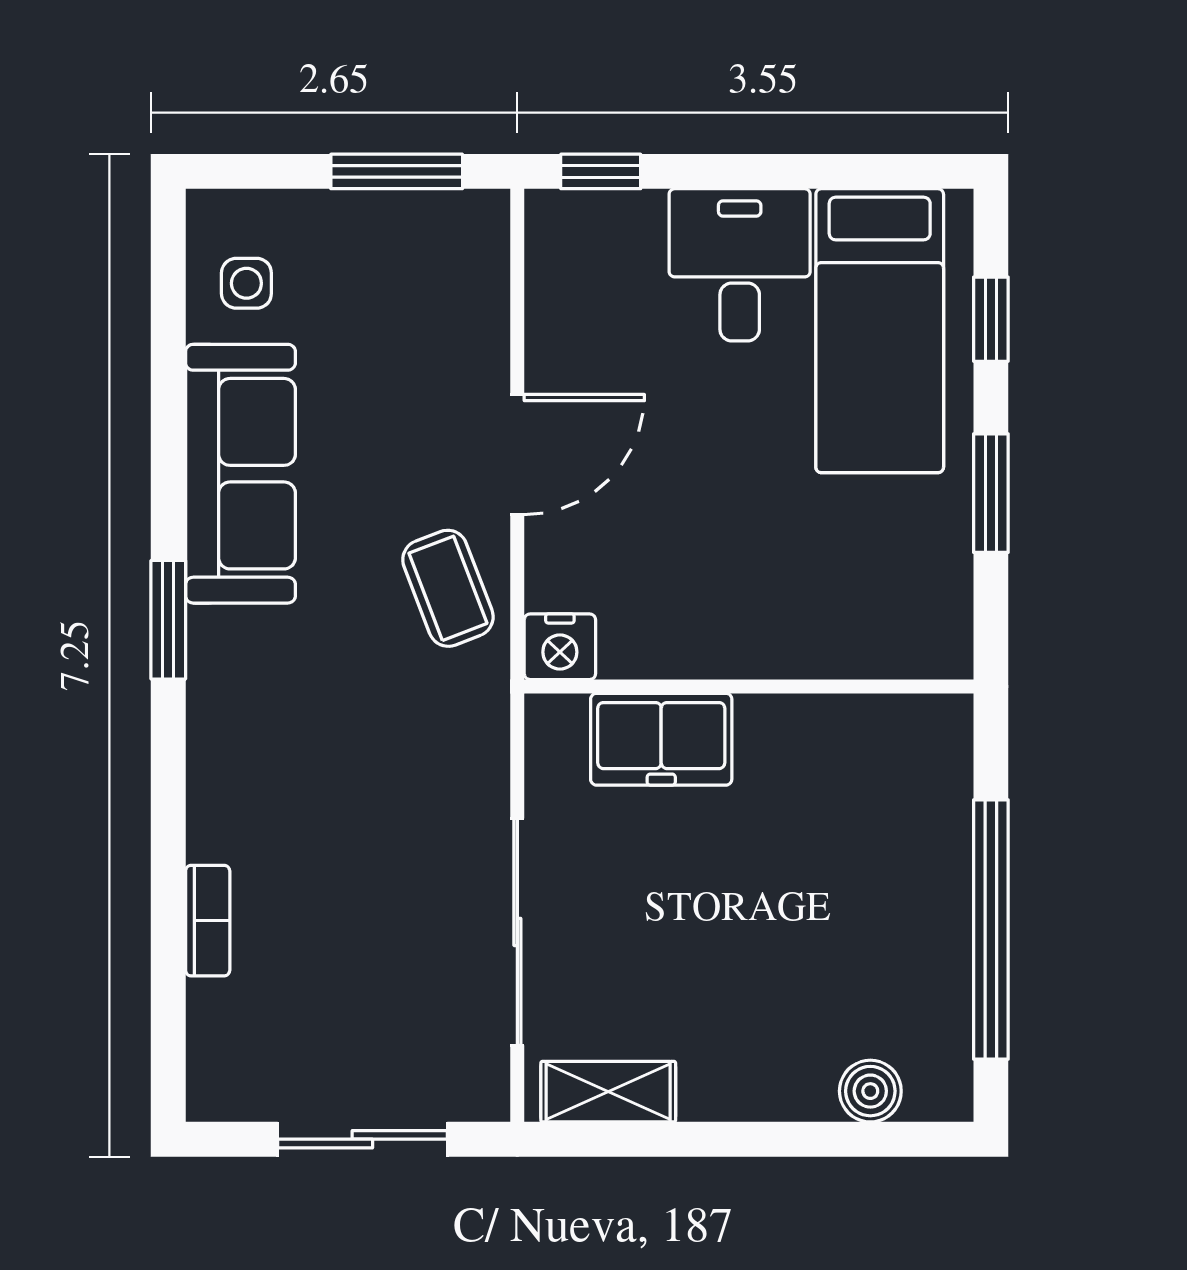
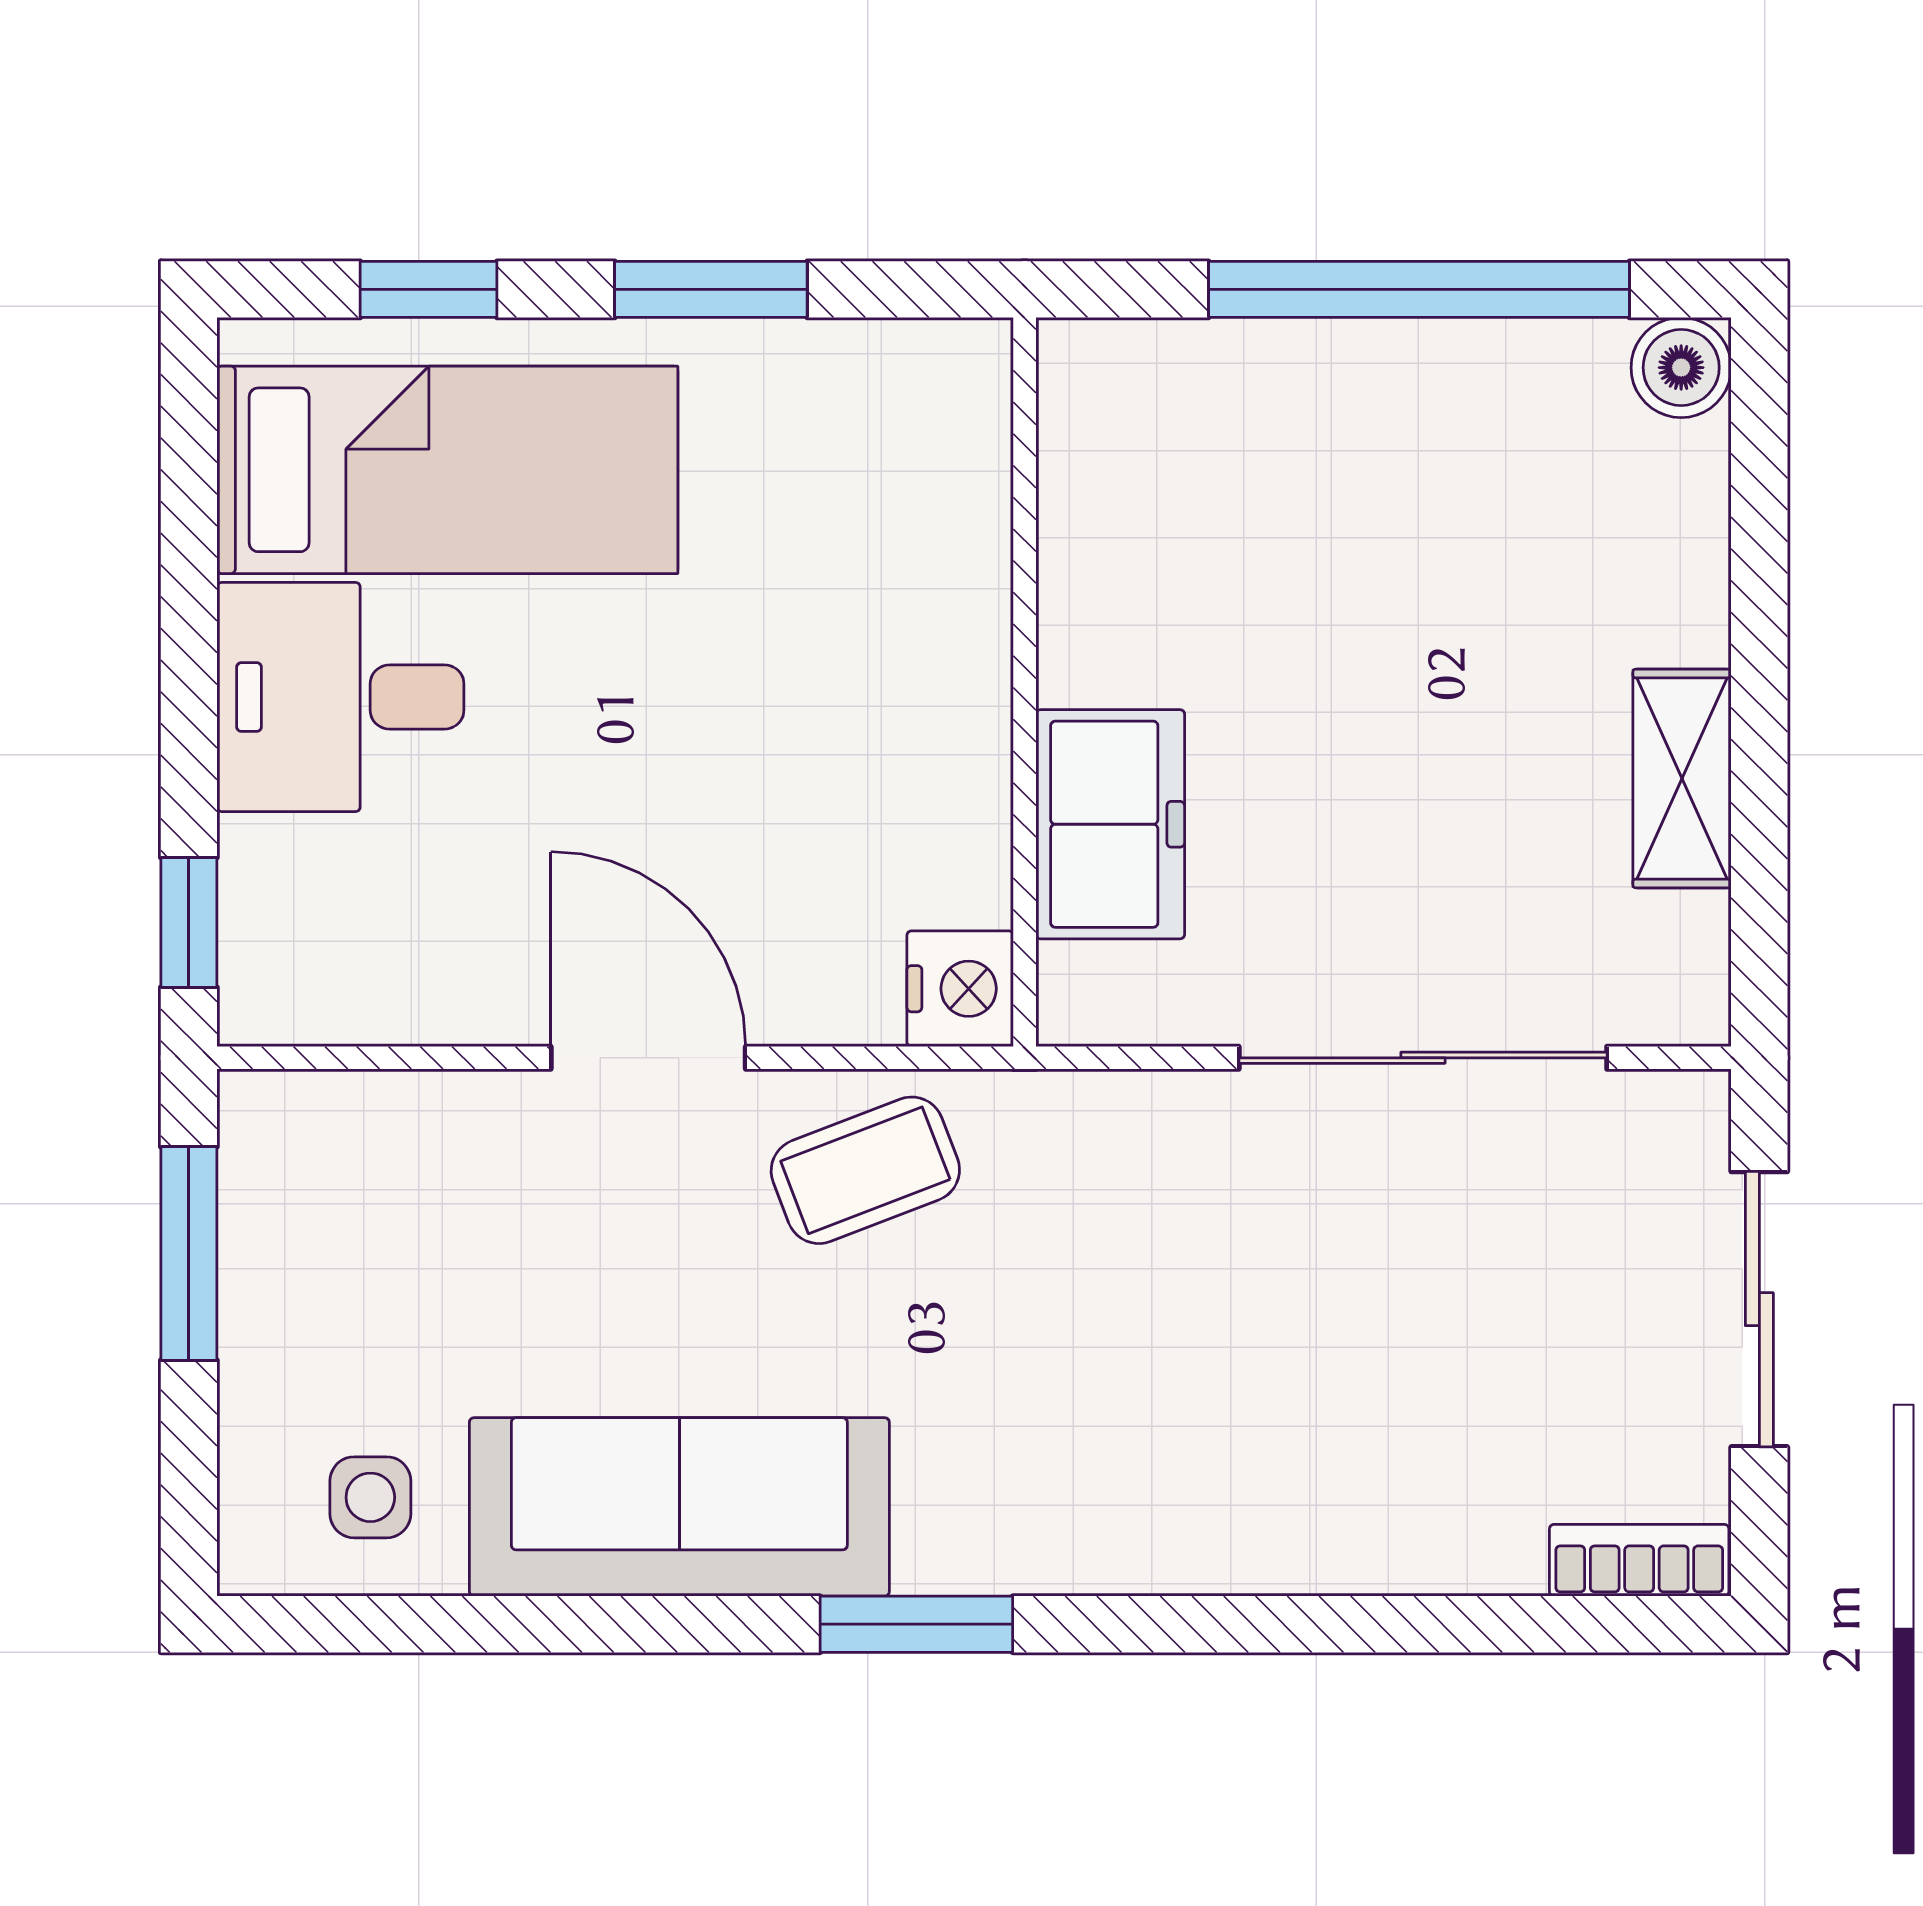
bookcase: (208, 921) -> (1639, 1560), moved
boiler: (870, 1091) -> (1681, 368), moved
shelving: (608, 1092) -> (1682, 778), moved

